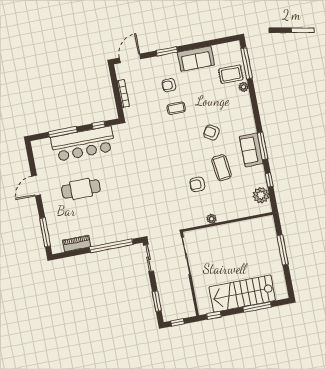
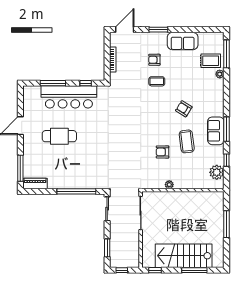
piano: (77, 243) -> (35, 184), moved

